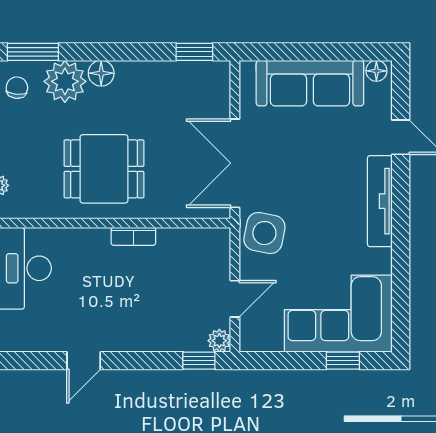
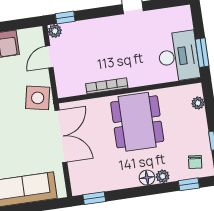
window: (33, 52) -> (189, 184), width x0.67
plant: (65, 81) -> (163, 176), width x0.53, depth x0.53
dining table: (104, 169) -> (137, 122), width x1.38
bookcase: (133, 236) -> (107, 86), width x1.56

